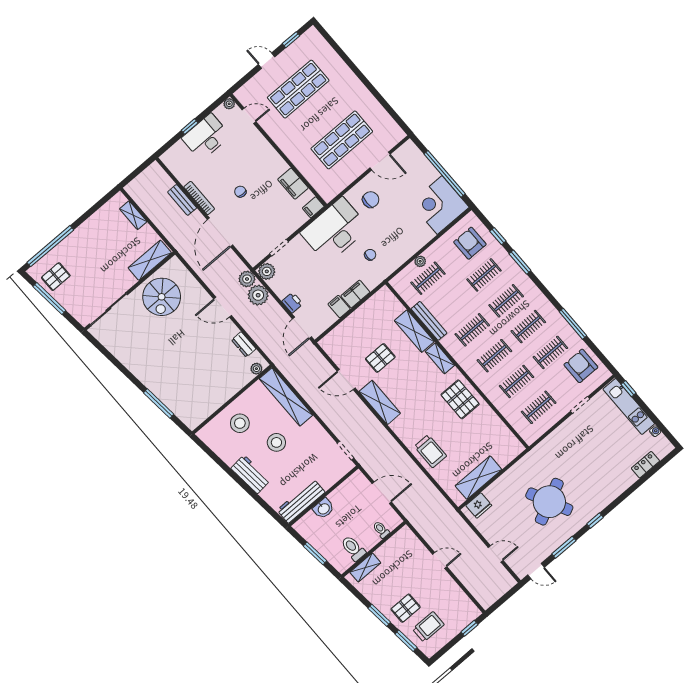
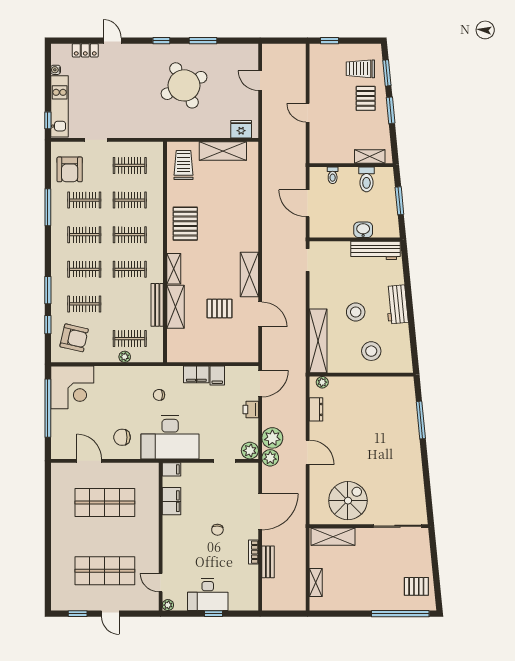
bookcase: (199, 198) -> (253, 552), width x0.64
armchair: (470, 243) -> (74, 338), turned -77
window: (49, 298) -> (436, 574), removed
trolley: (430, 451) -> (183, 165), moved
door: (536, 571) -> (112, 41), moved
pallet: (406, 608) -> (366, 98), turned 90

